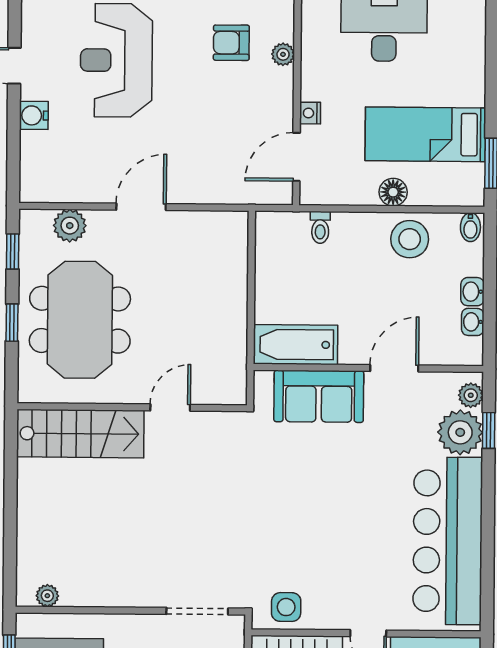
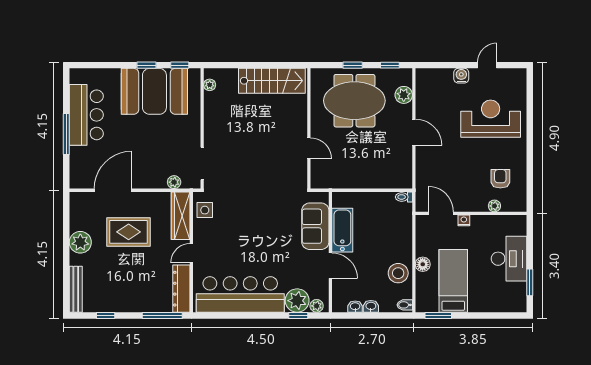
toilet: (320, 227) -> (404, 197), moved
bathtub: (296, 345) -> (342, 230), moved
stairs: (80, 434) -> (272, 81), moved, turned -90

